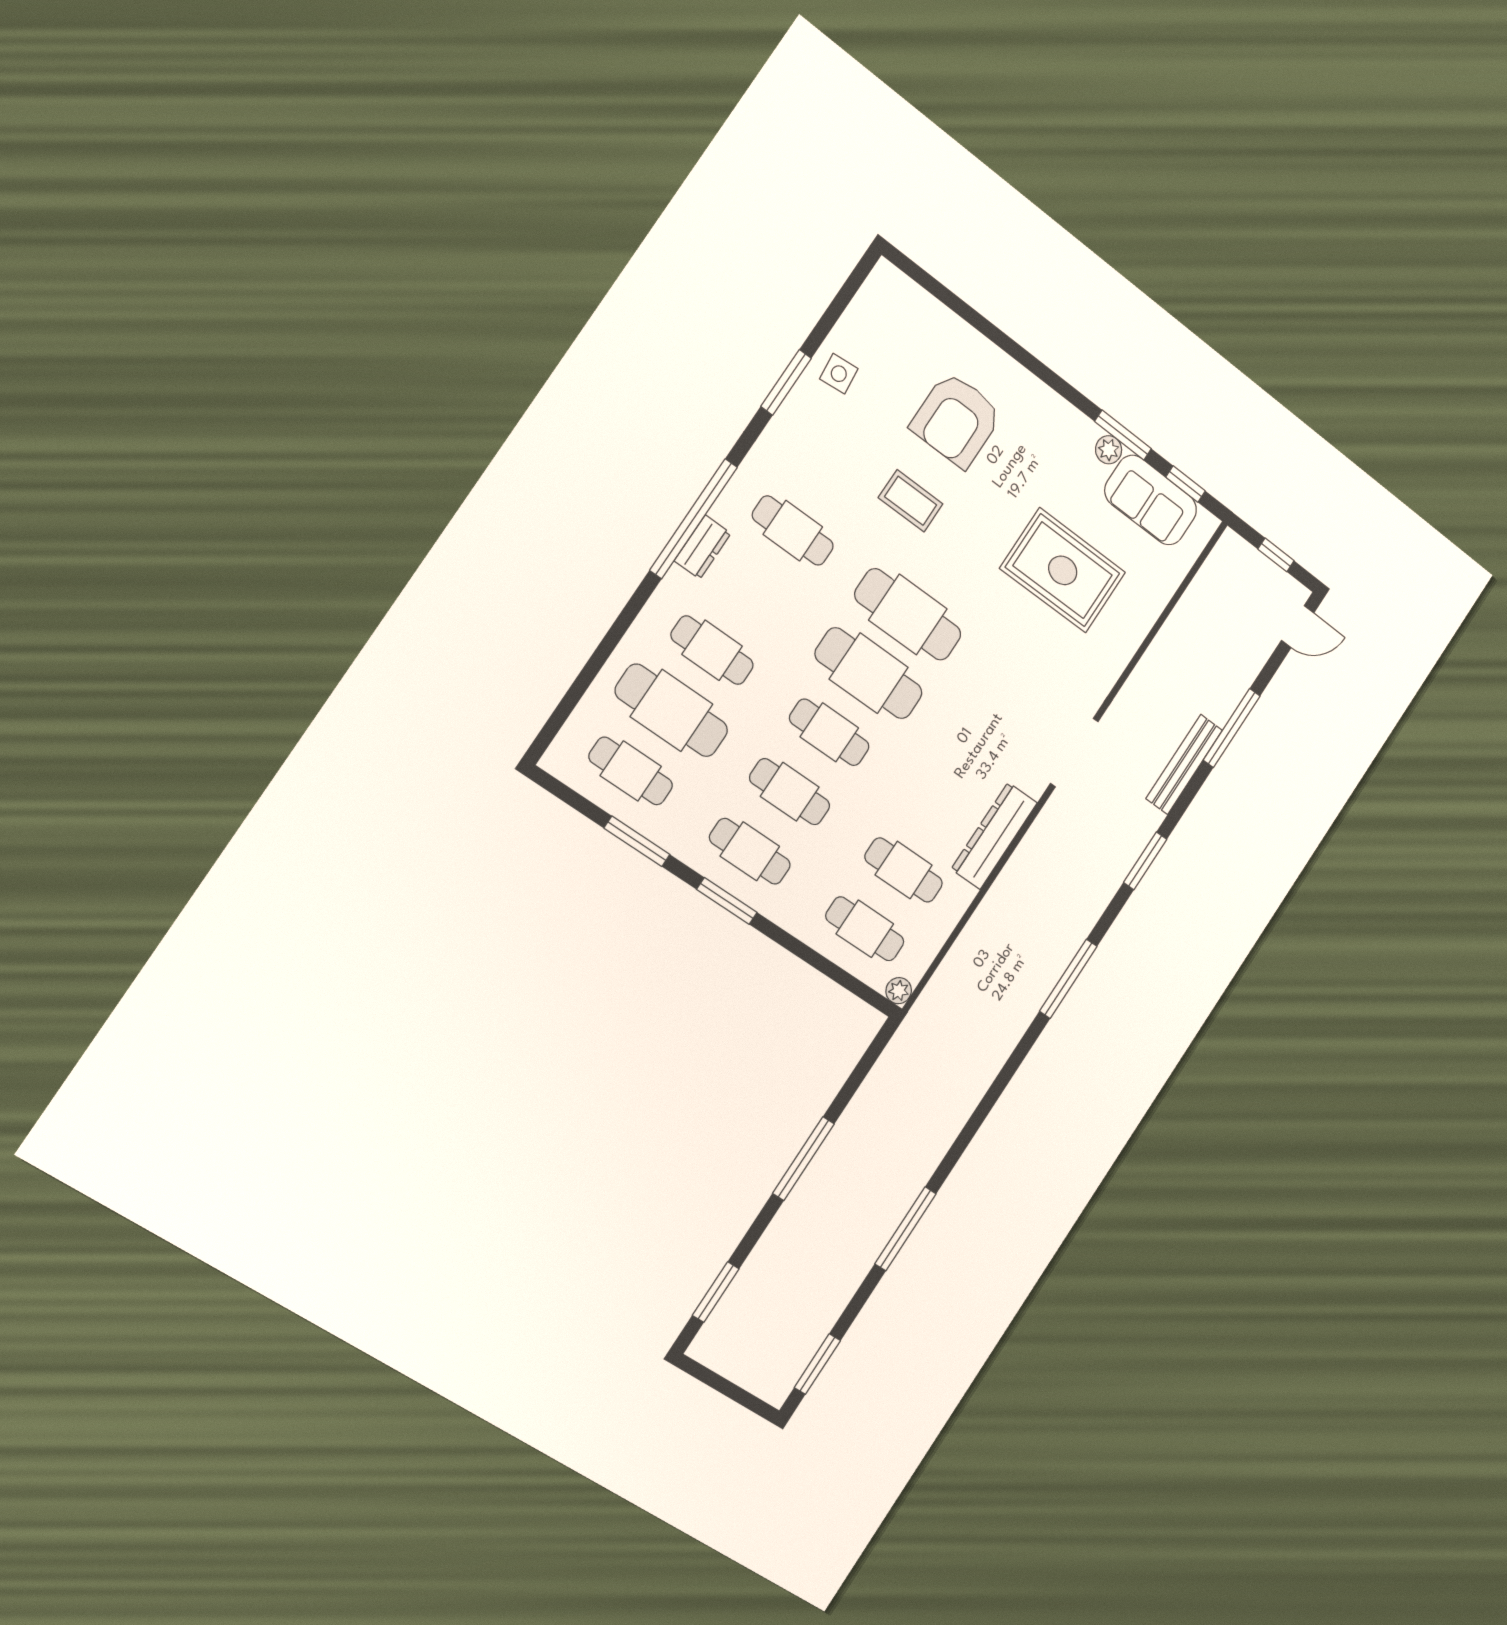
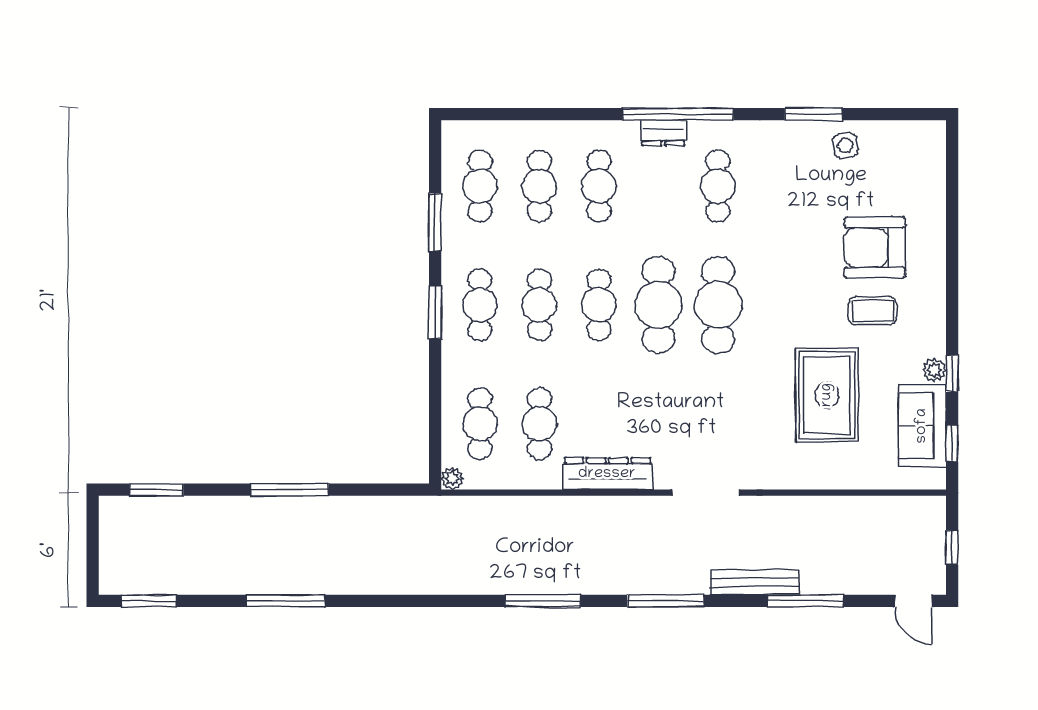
window: (1123, 435) -> (952, 374), width x0.67
coffee table: (911, 501) -> (873, 311), moved, turned 90
cafe table: (672, 710) -> (539, 186), width x0.73, depth x0.74
window: (1145, 861) -> (666, 601), width x1.44

